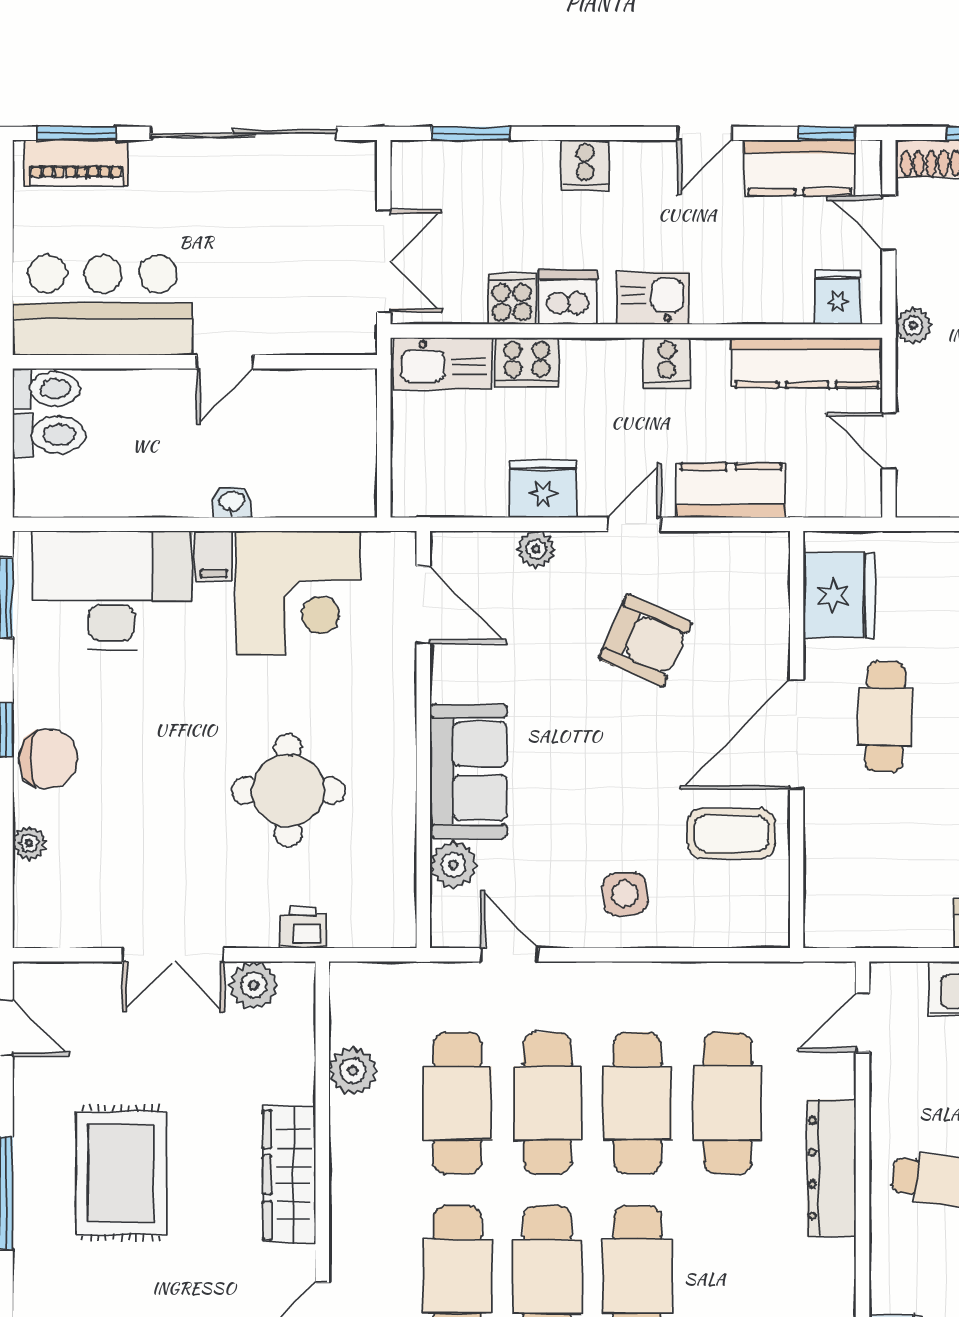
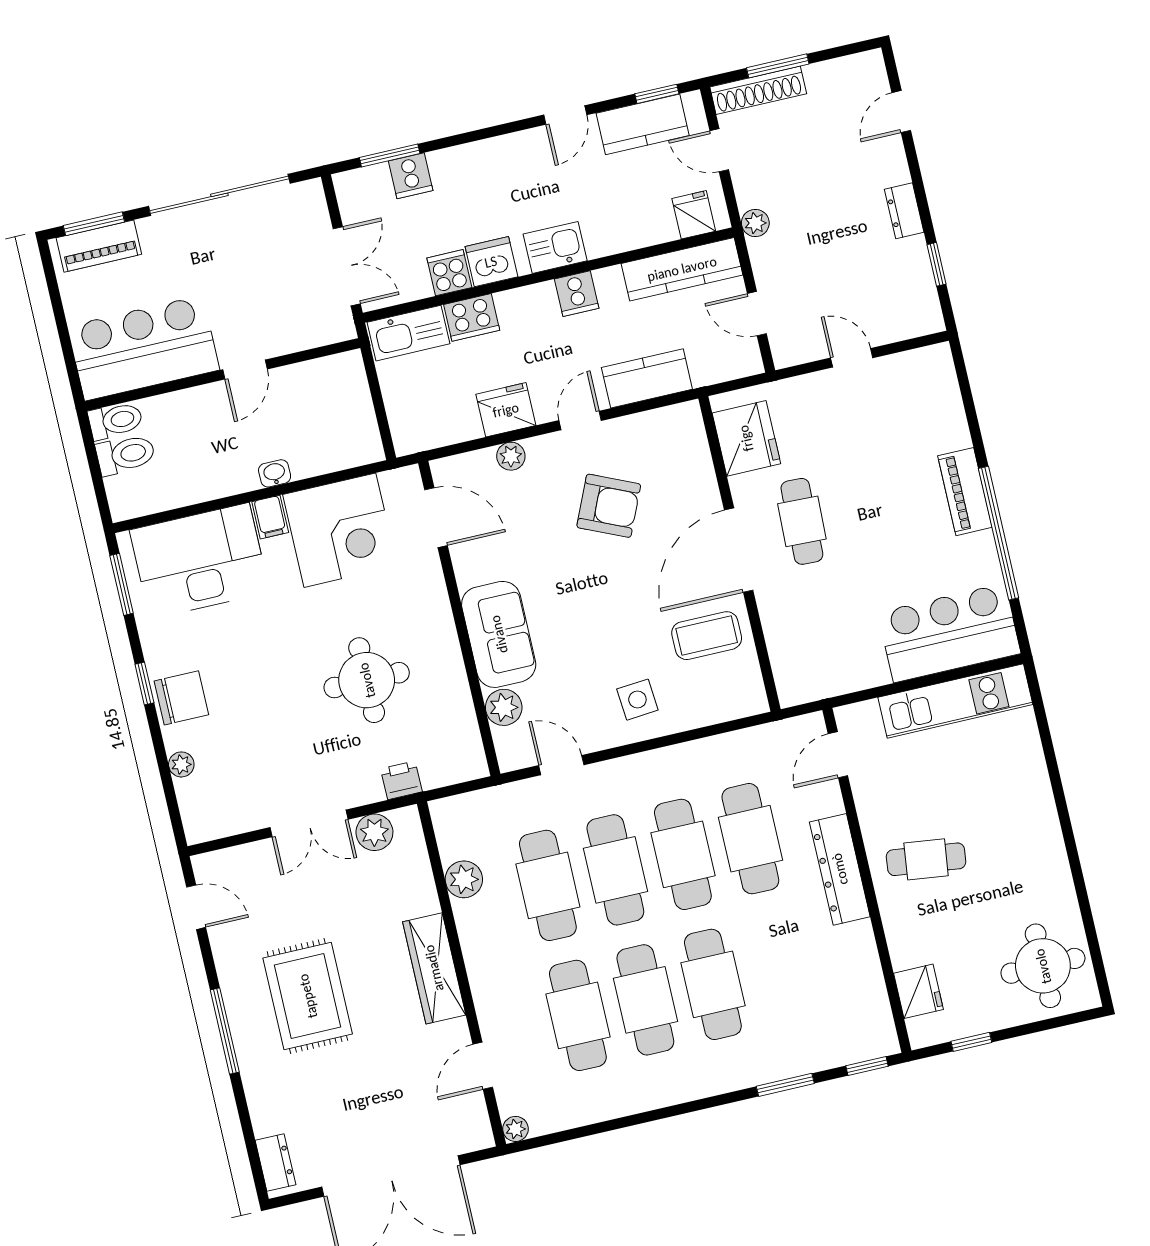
cooker: (585, 165) -> (411, 176), moved

